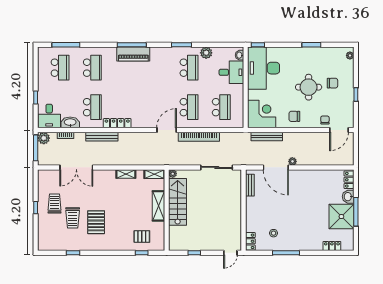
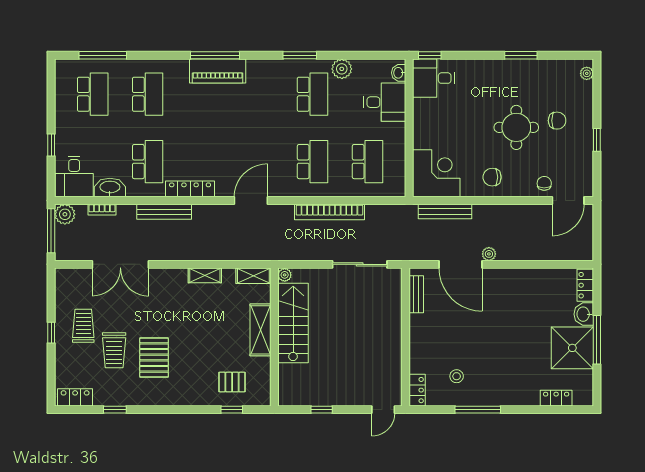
desk: (264, 68) -> (433, 78), width x0.53, depth x0.77
door: (167, 130) -> (251, 201), moved
locker: (50, 245) -> (75, 397), added

